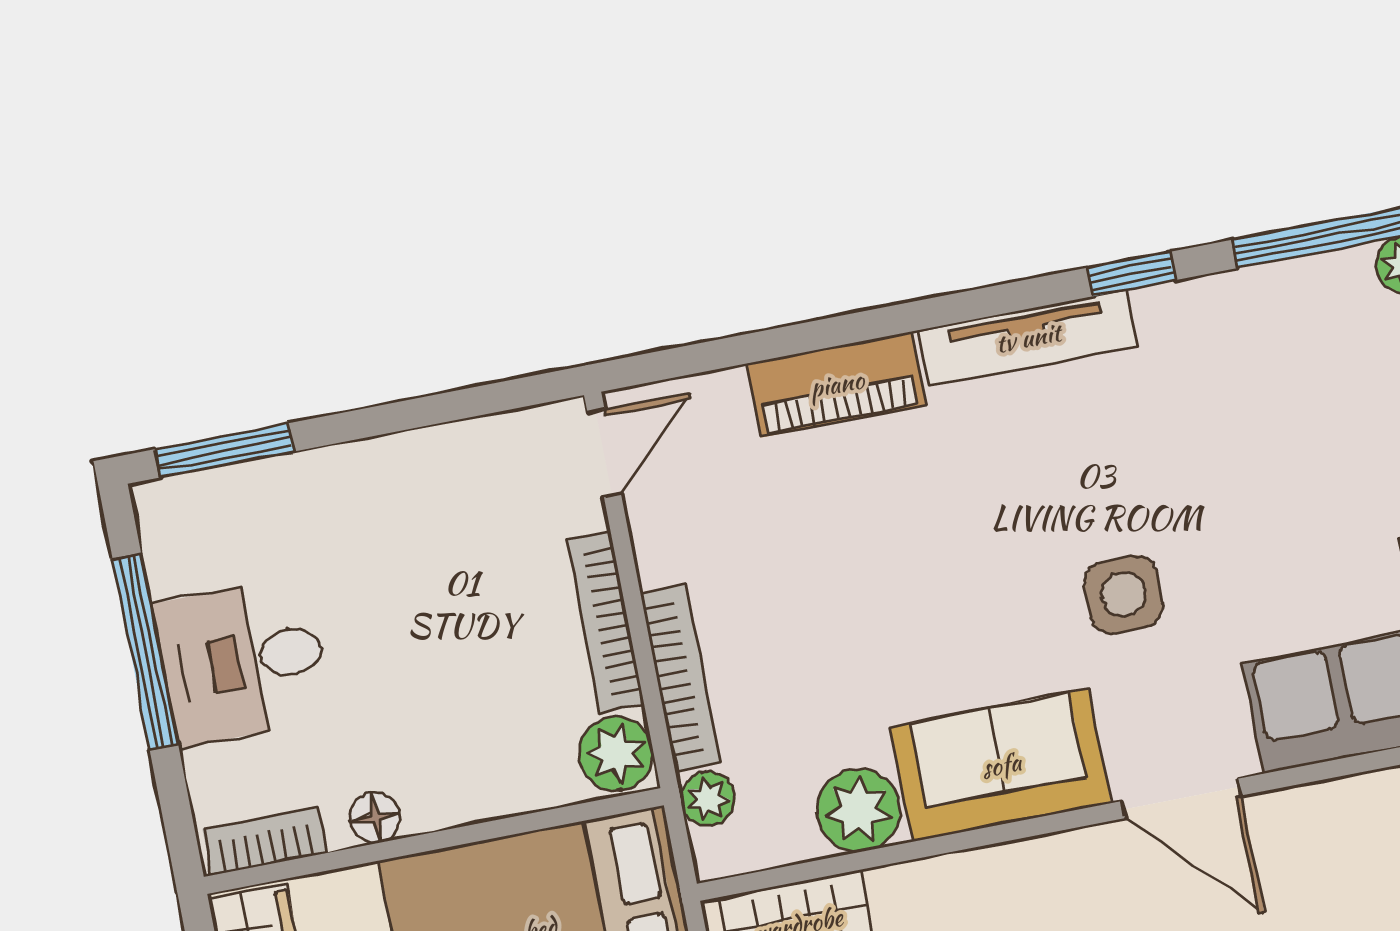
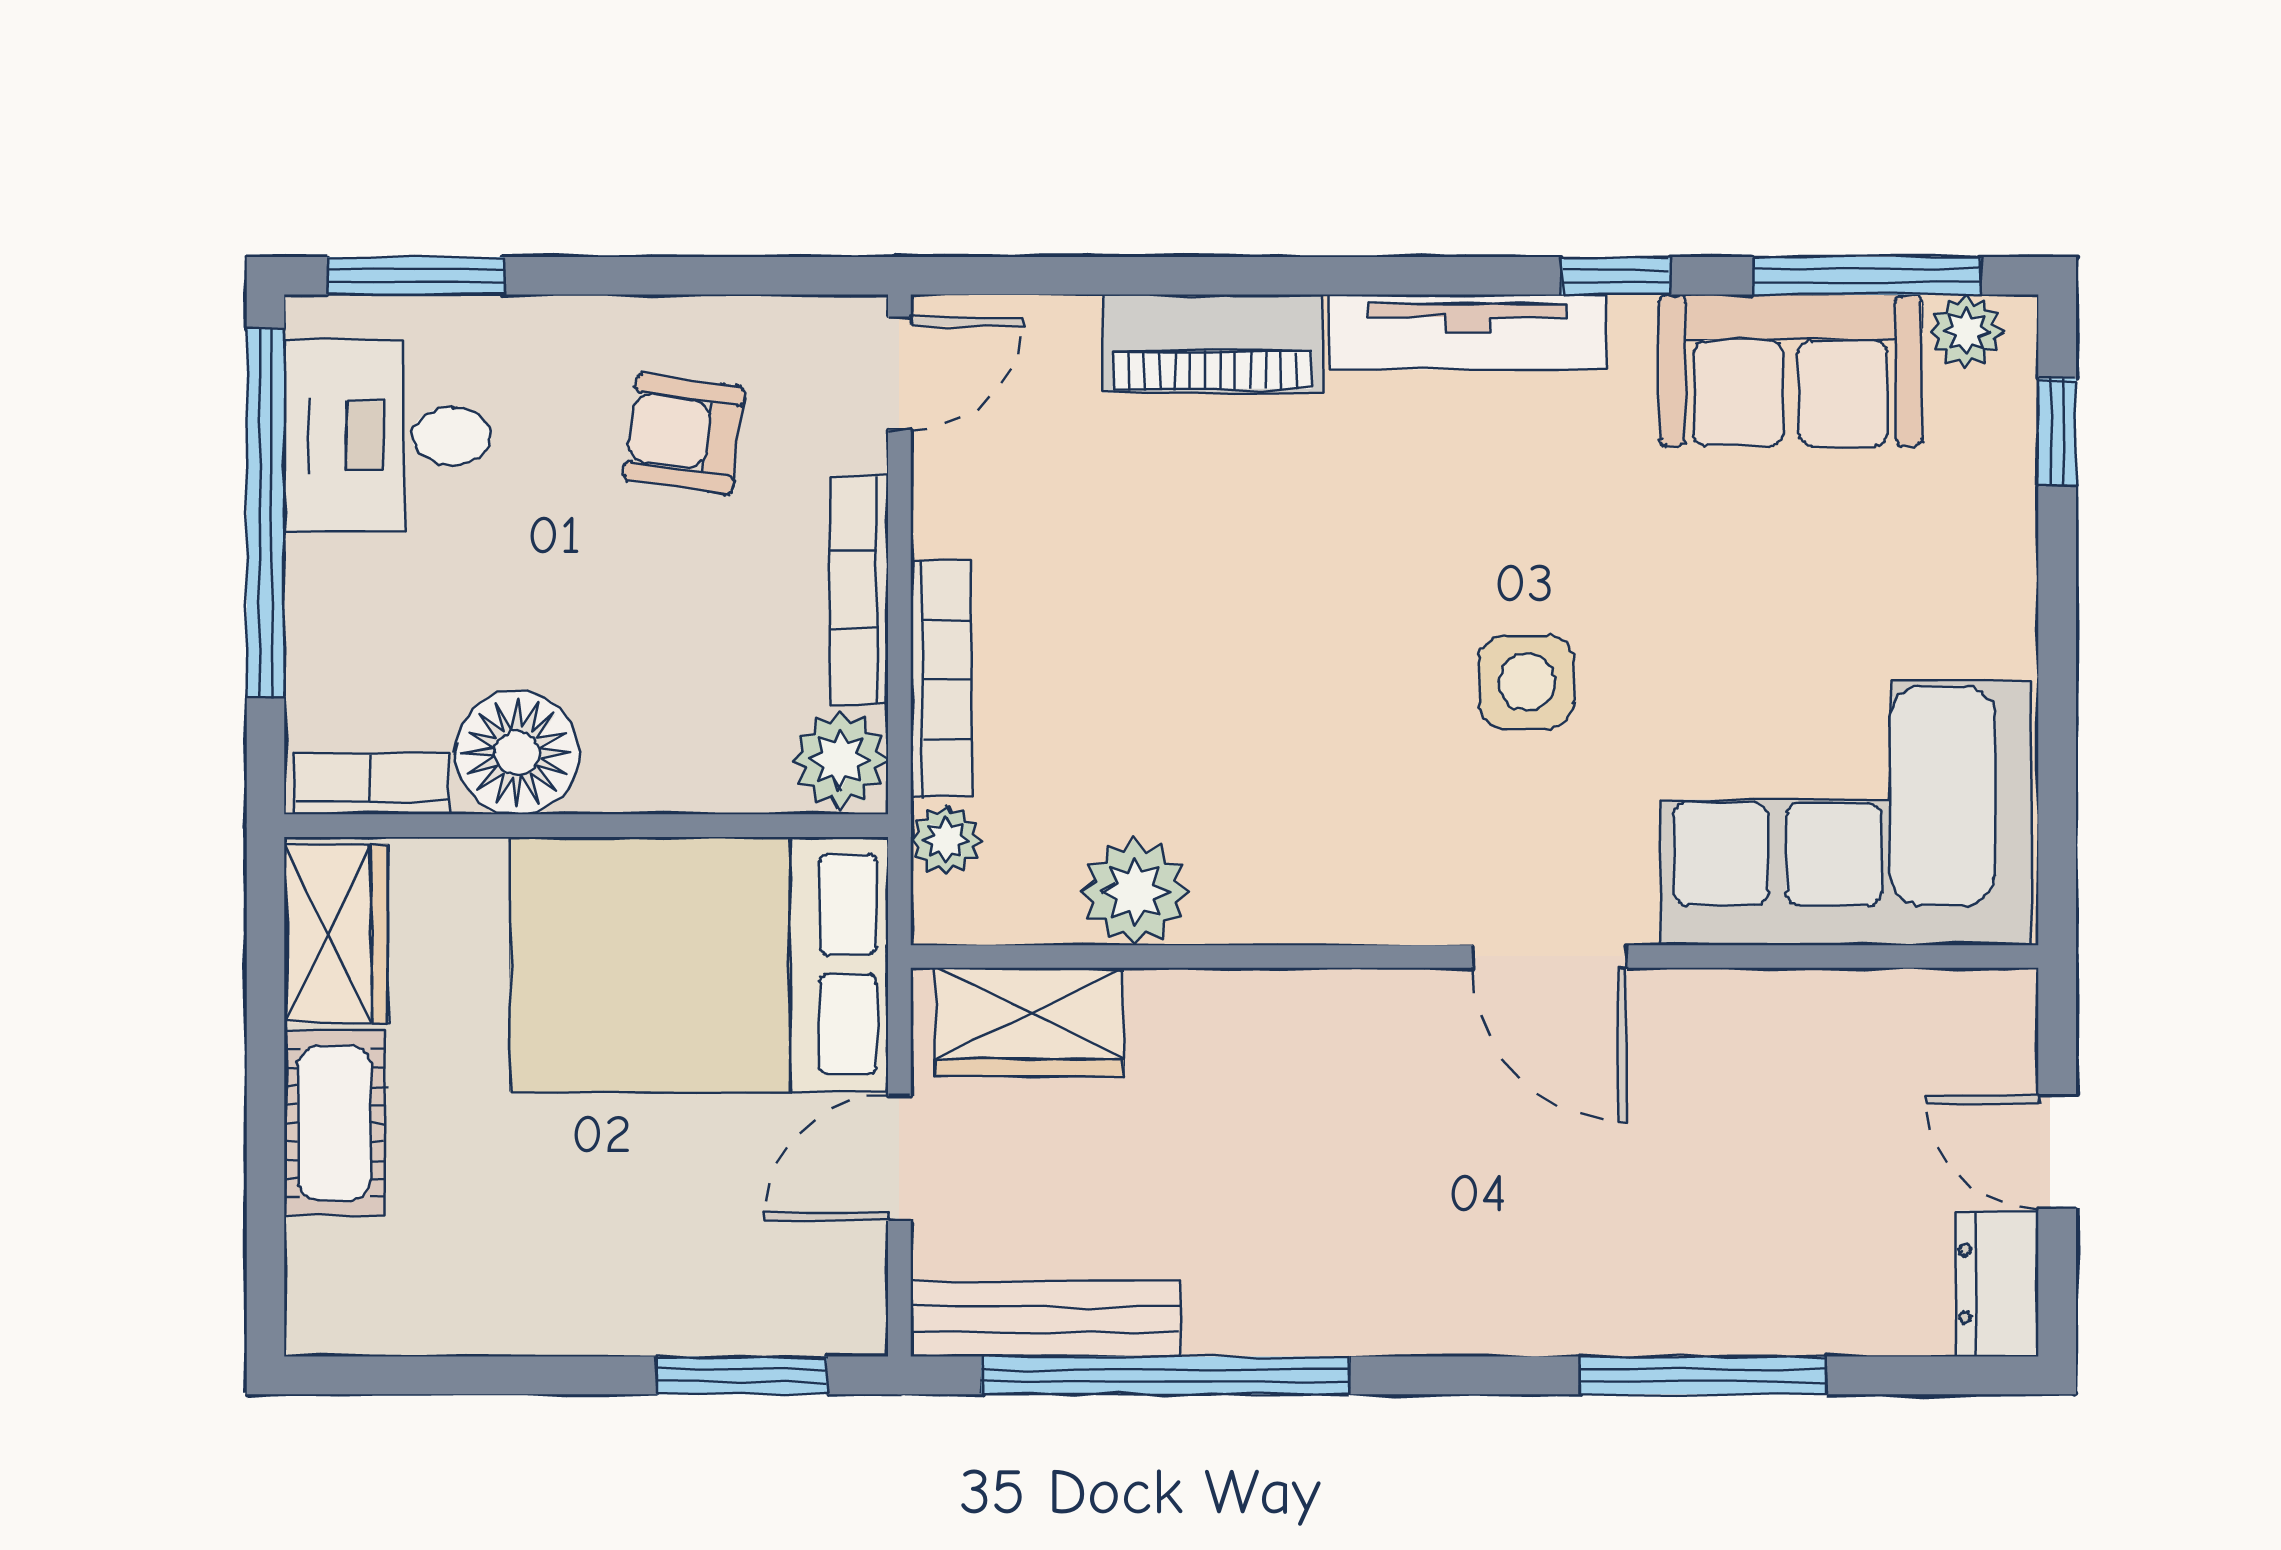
armchair: (451, 530) -> (685, 434), added
window: (145, 651) -> (266, 513), width x1.46
desk: (243, 661) -> (387, 436), moved
sofa: (1001, 765) -> (1791, 370), moved, turned 180
floor lamp: (375, 818) -> (517, 753), width x1.89, depth x1.89

